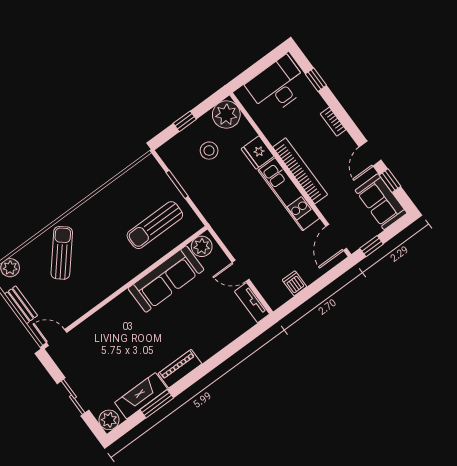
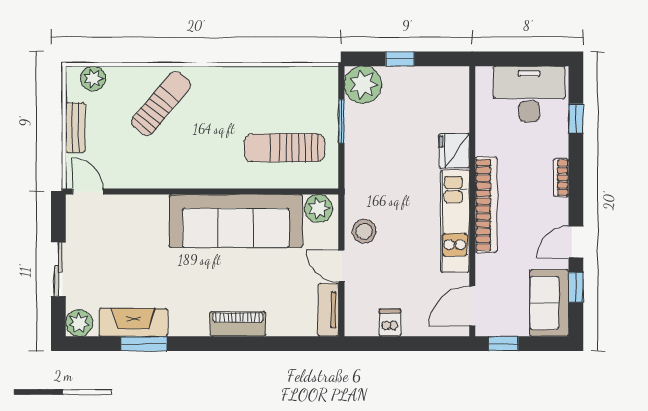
plant: (226, 115) -> (363, 85), moved
stool: (209, 151) -> (364, 231), moved
sofa: (166, 279) -> (236, 221), width x1.36, depth x1.27
piano: (180, 369) -> (238, 324), moved

